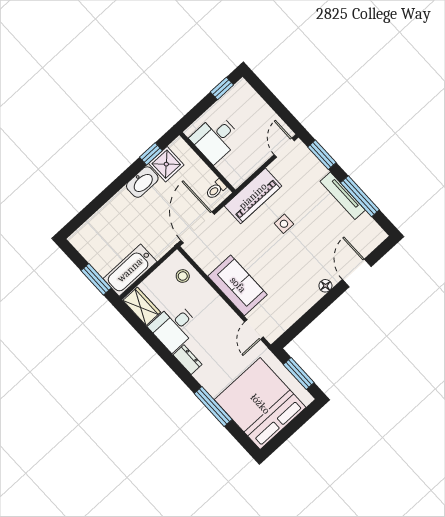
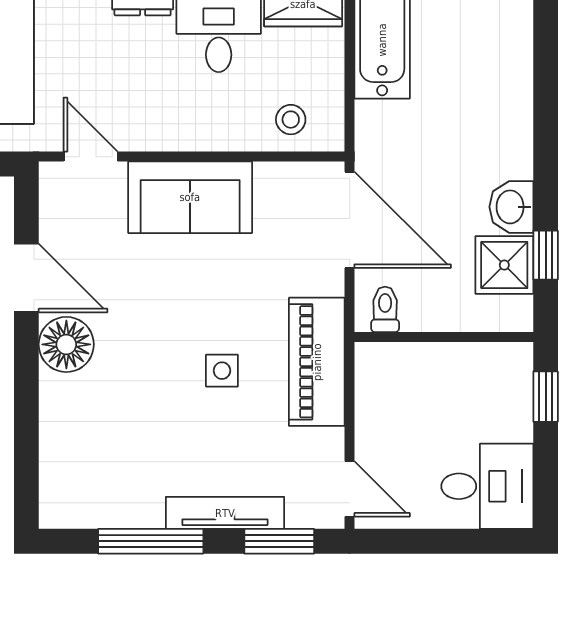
window: (222, 88) -> (546, 397), moved
desk: (216, 138) -> (487, 486), moved, turned 90
washbasin: (142, 182) -> (511, 207), width x0.72
tv unit: (343, 196) -> (225, 513), moved
door: (357, 273) -> (26, 278), moved
floor lamp: (325, 286) -> (66, 344), width x1.89, depth x1.89

